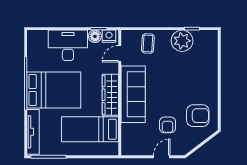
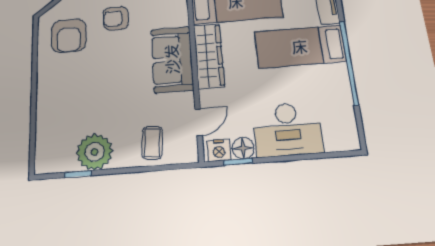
bed: (54, 90) -> (300, 47), width x0.67
sofa: (133, 94) -> (172, 59), width x0.73
armchair: (198, 116) -> (69, 36), turned -90
armchair: (168, 125) -> (116, 18), turned -90

